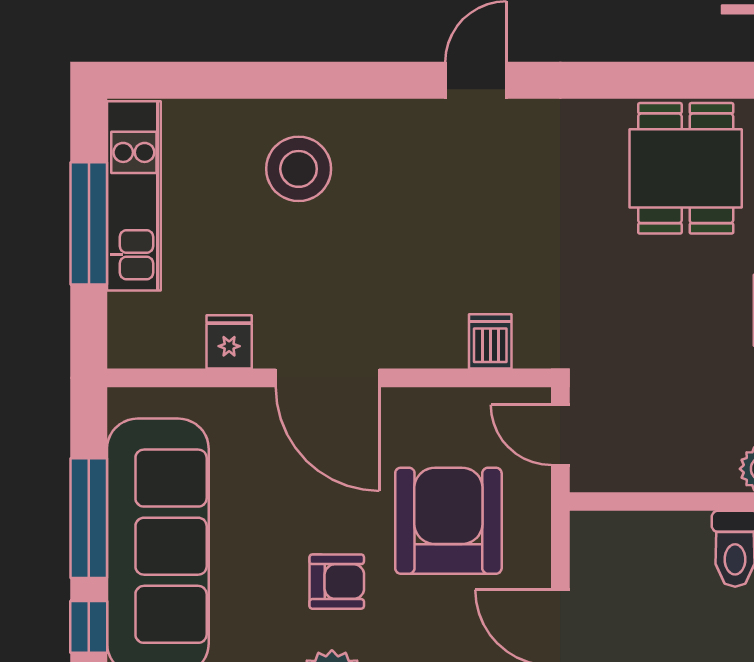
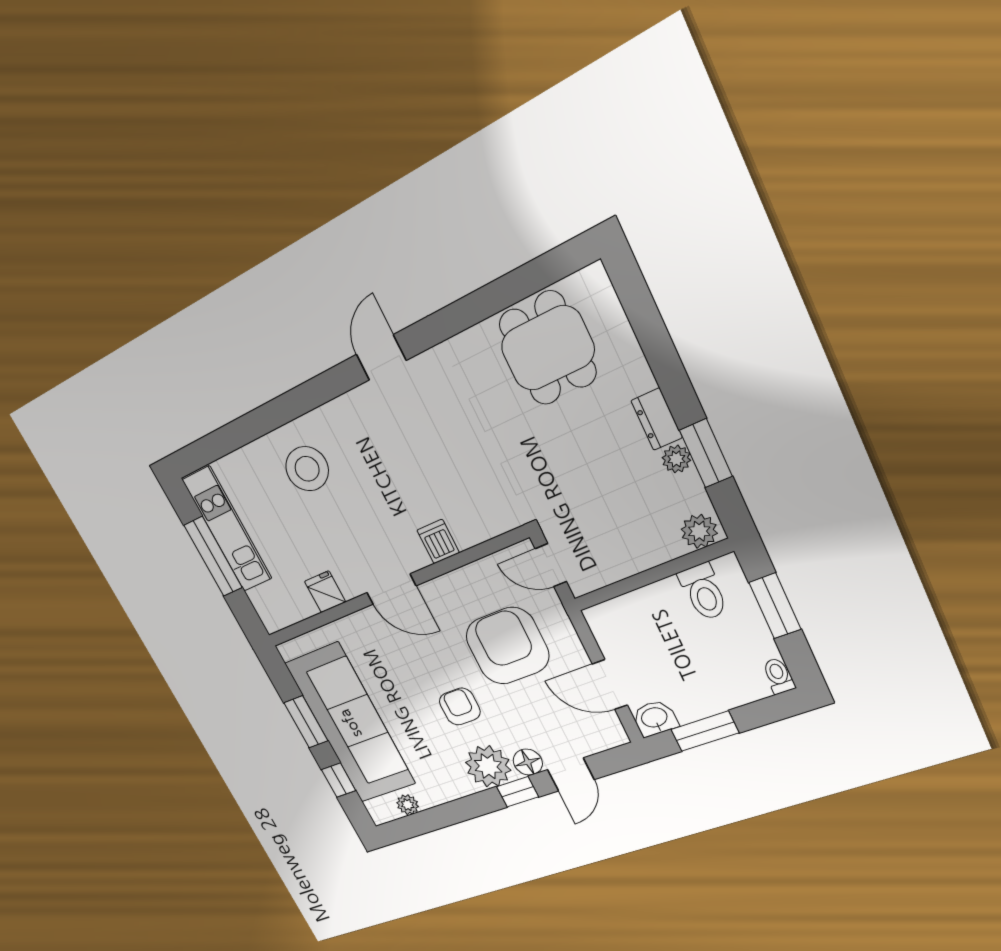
dishwasher: (490, 341) -> (438, 542), moved
door: (327, 378) -> (391, 589), width x0.73
window: (89, 518) -> (306, 722), width x0.69
armchair: (337, 582) -> (460, 707), turned -90

